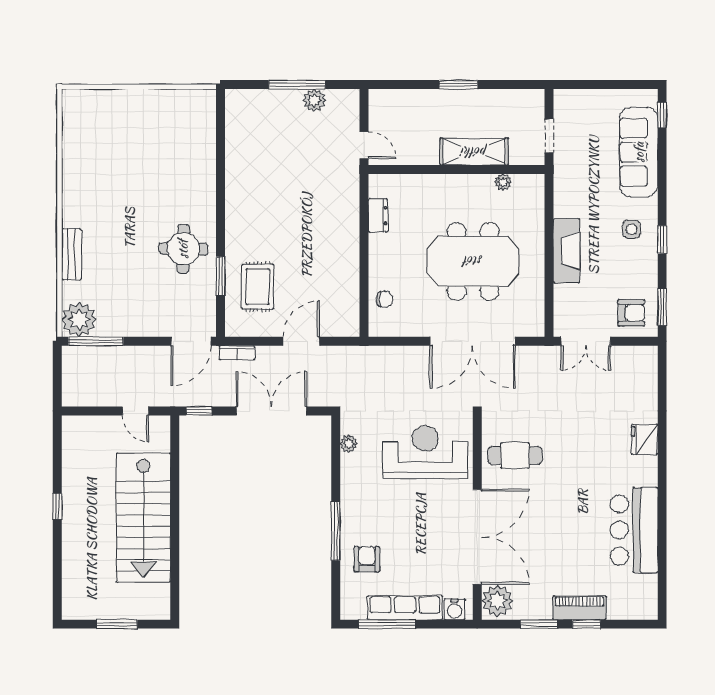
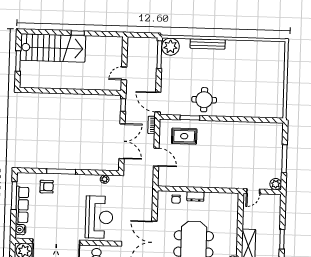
plant: (314, 100) -> (276, 184), moved
dresser: (378, 216) -> (195, 196), moved
bench: (71, 254) -> (208, 44), width x1.36
stairs: (143, 518) -> (53, 48), moved, turned 180

